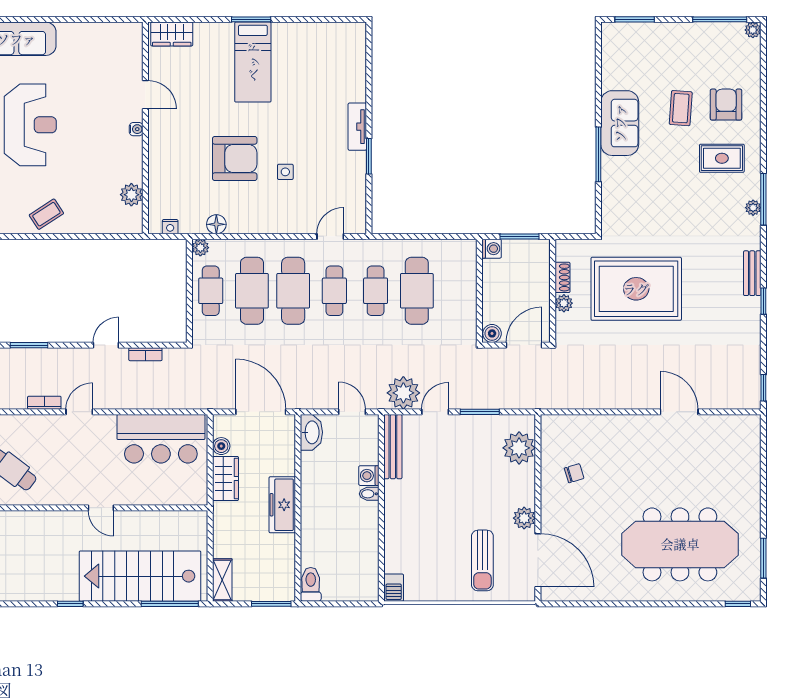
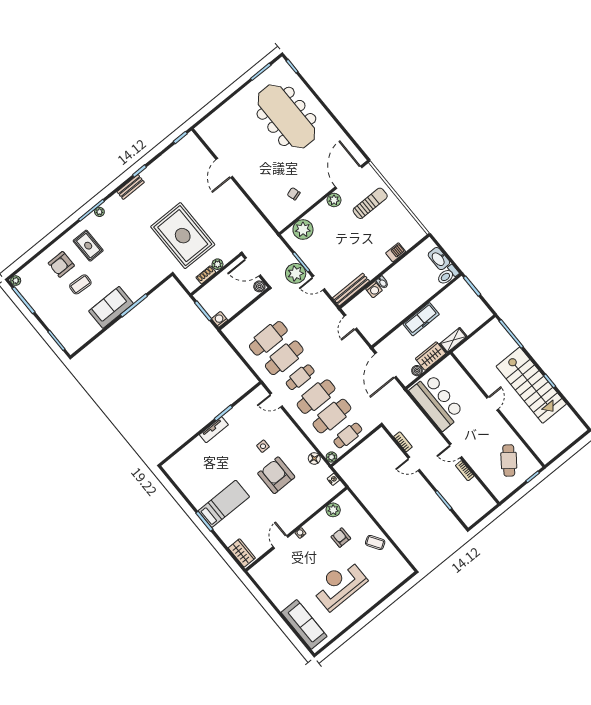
armchair: (88, 176) -> (341, 538), added
cafe table: (376, 291) -> (284, 358), width x1.37, depth x1.35
plant: (403, 393) -> (296, 273), moved
washbasin: (311, 432) -> (439, 259), moved, turned -90
stairs: (140, 576) -> (531, 385), moved
shelving: (222, 580) -> (453, 340), moved
barbecue: (394, 588) -> (396, 252), moved

